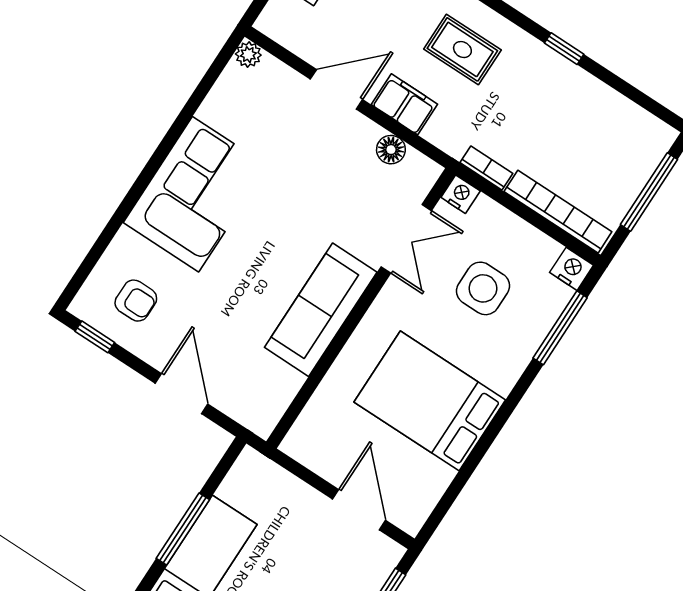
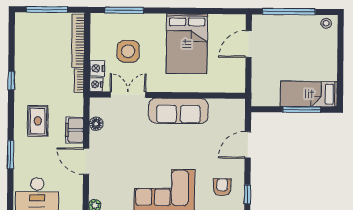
nightstand: (572, 269) -> (97, 68), moved

